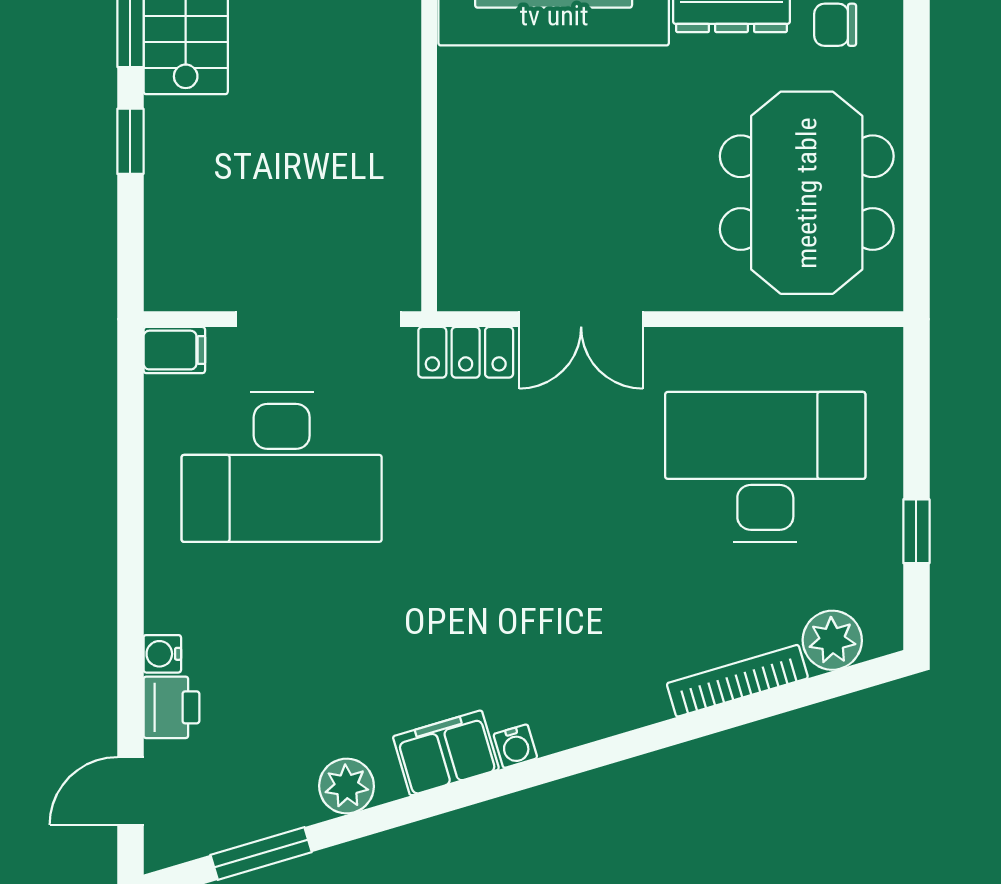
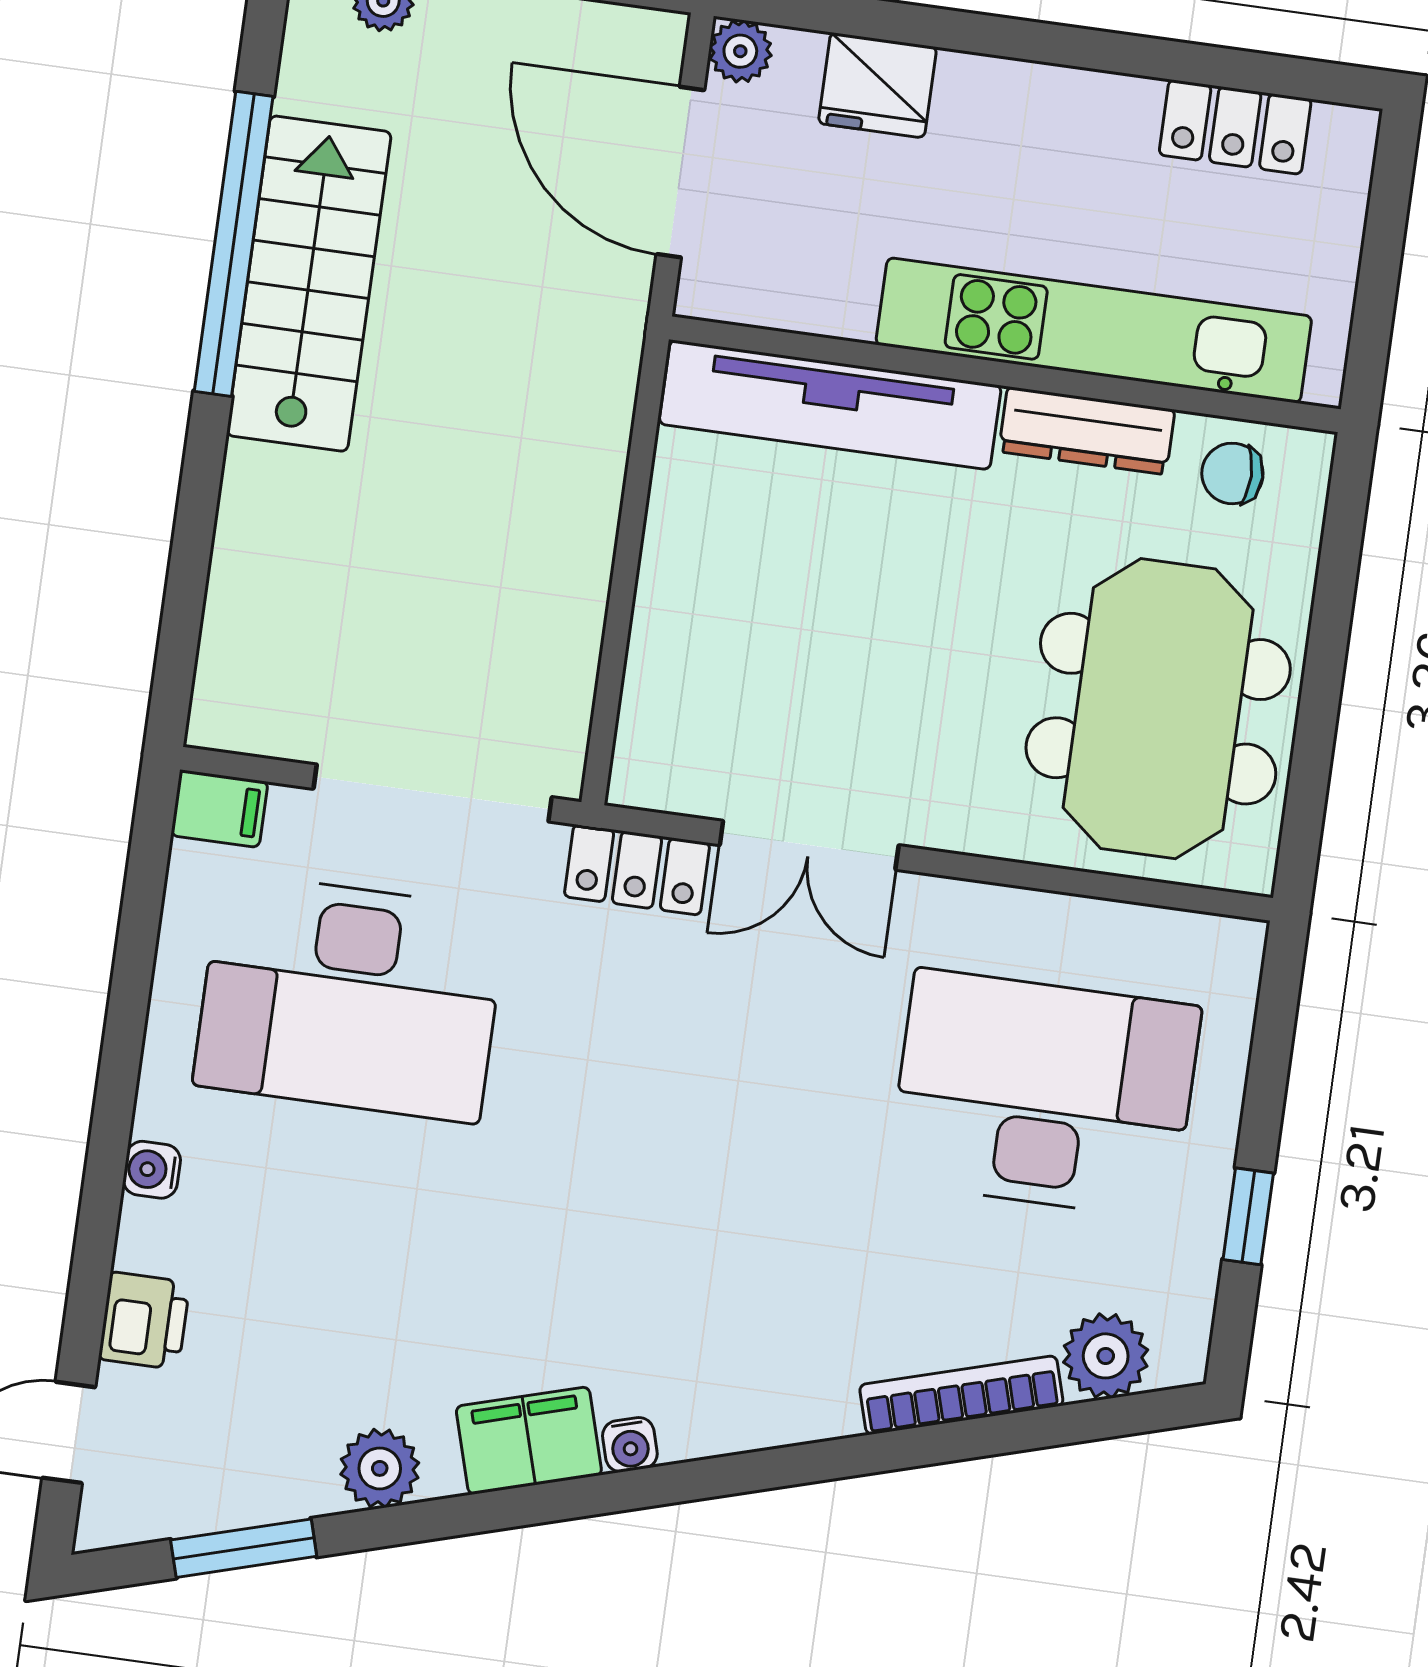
window: (130, 141) -> (198, 500), removed
water cooler: (162, 654) -> (152, 1170), moved

